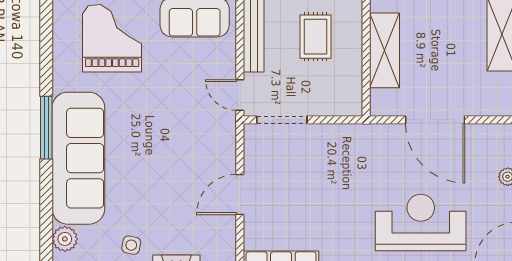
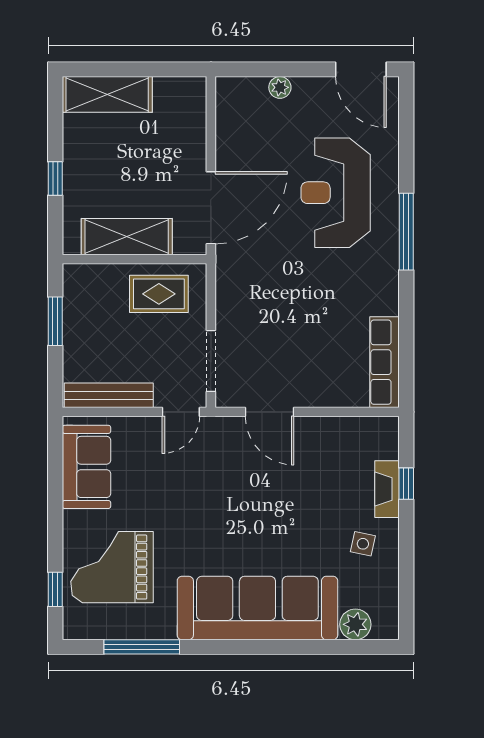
rug: (316, 37) -> (159, 294), moved
door: (435, 120) -> (211, 208), moved
window: (46, 128) -> (142, 647), moved
door: (240, 195) -> (270, 412), moved

